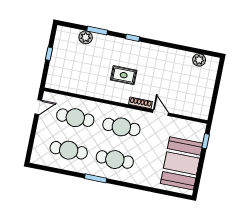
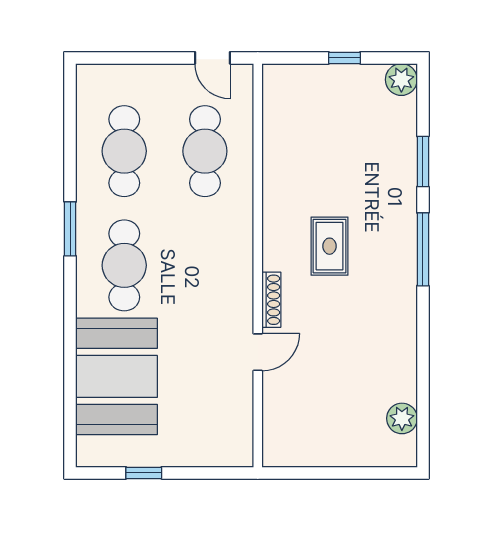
plant: (86, 37) -> (401, 80), moved
window: (133, 38) -> (423, 249), width x2.17
cafe table: (121, 127) -> (205, 265), removed
window: (206, 141) -> (144, 473), moved
booth: (182, 163) -> (117, 376), moved, turned 90

